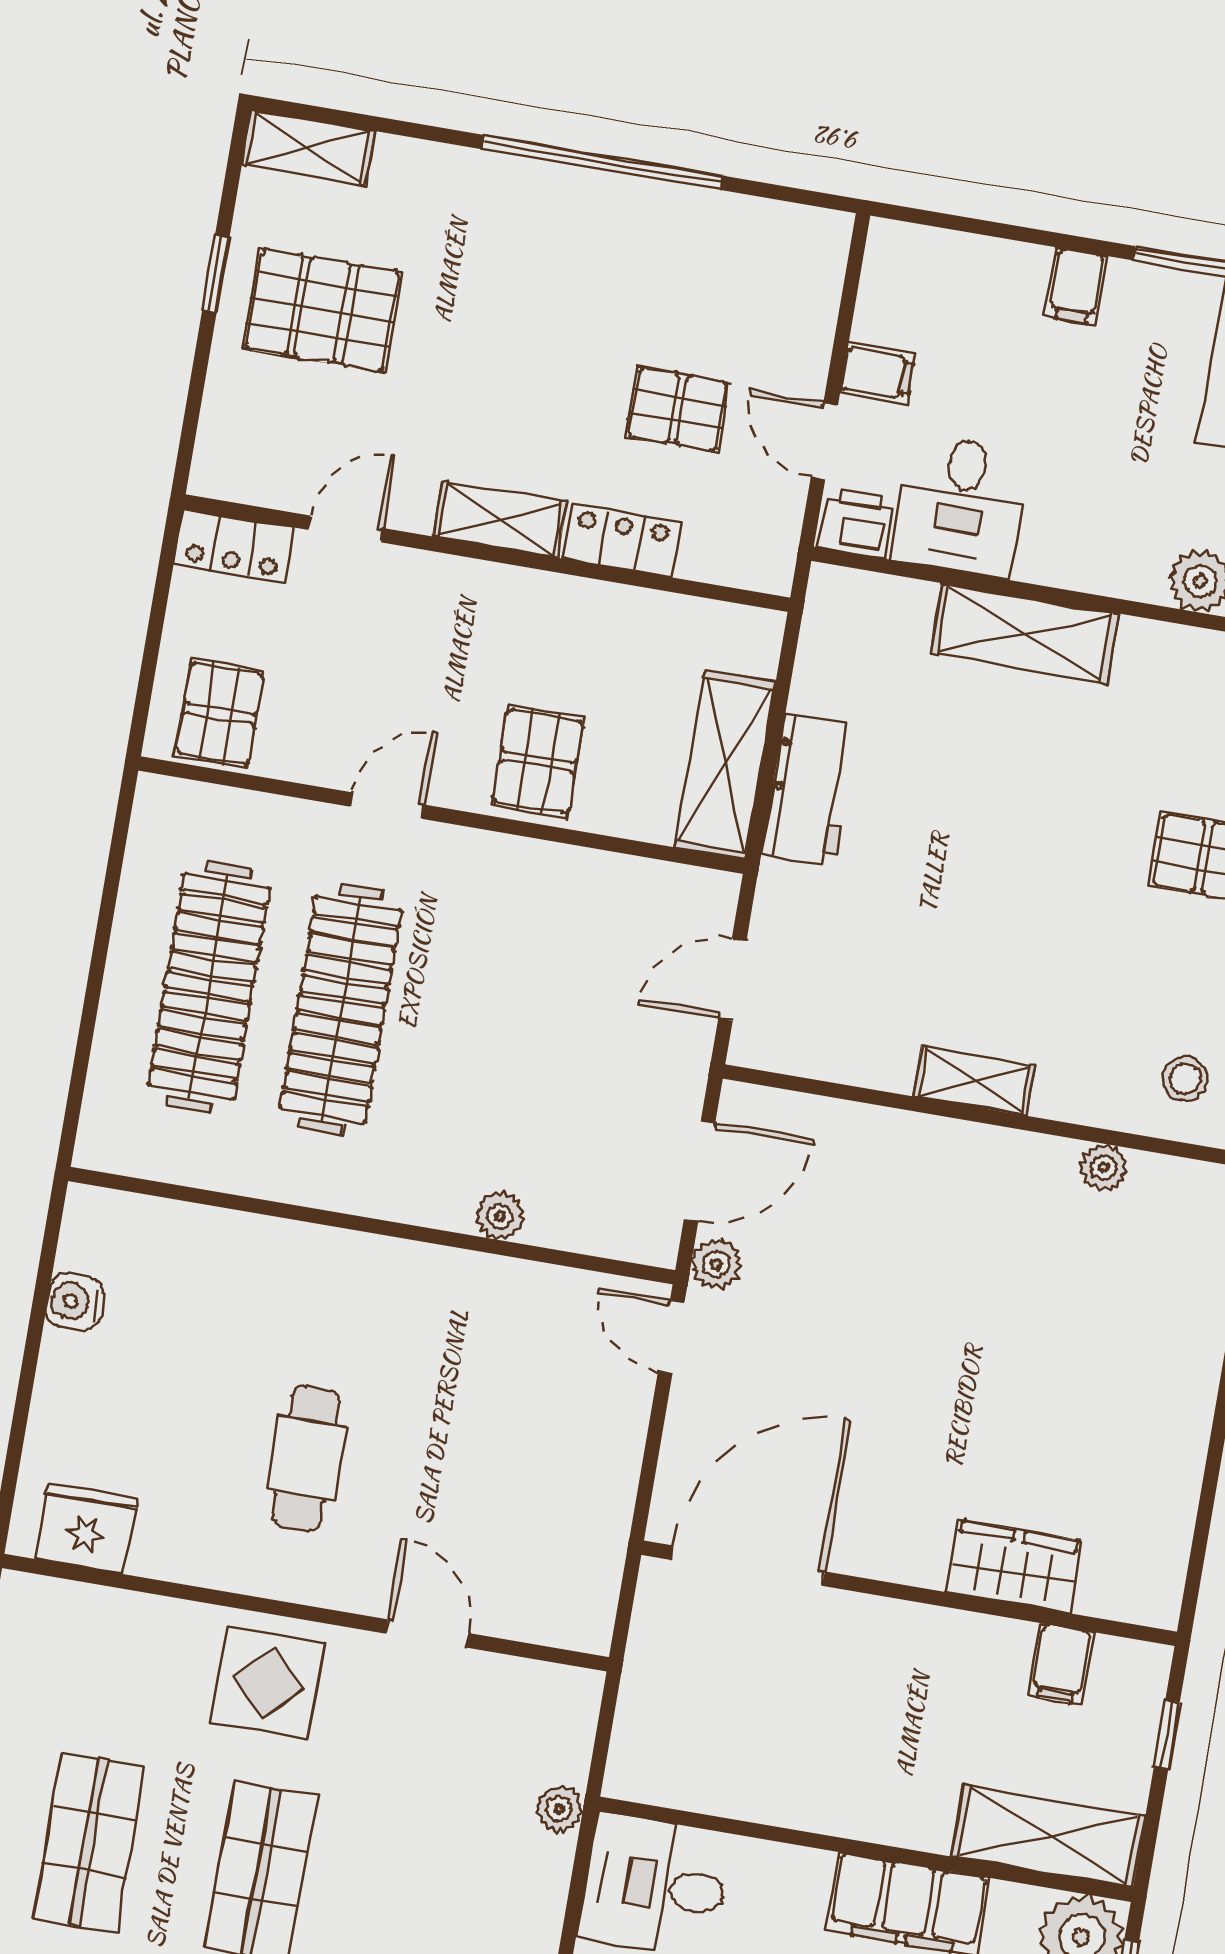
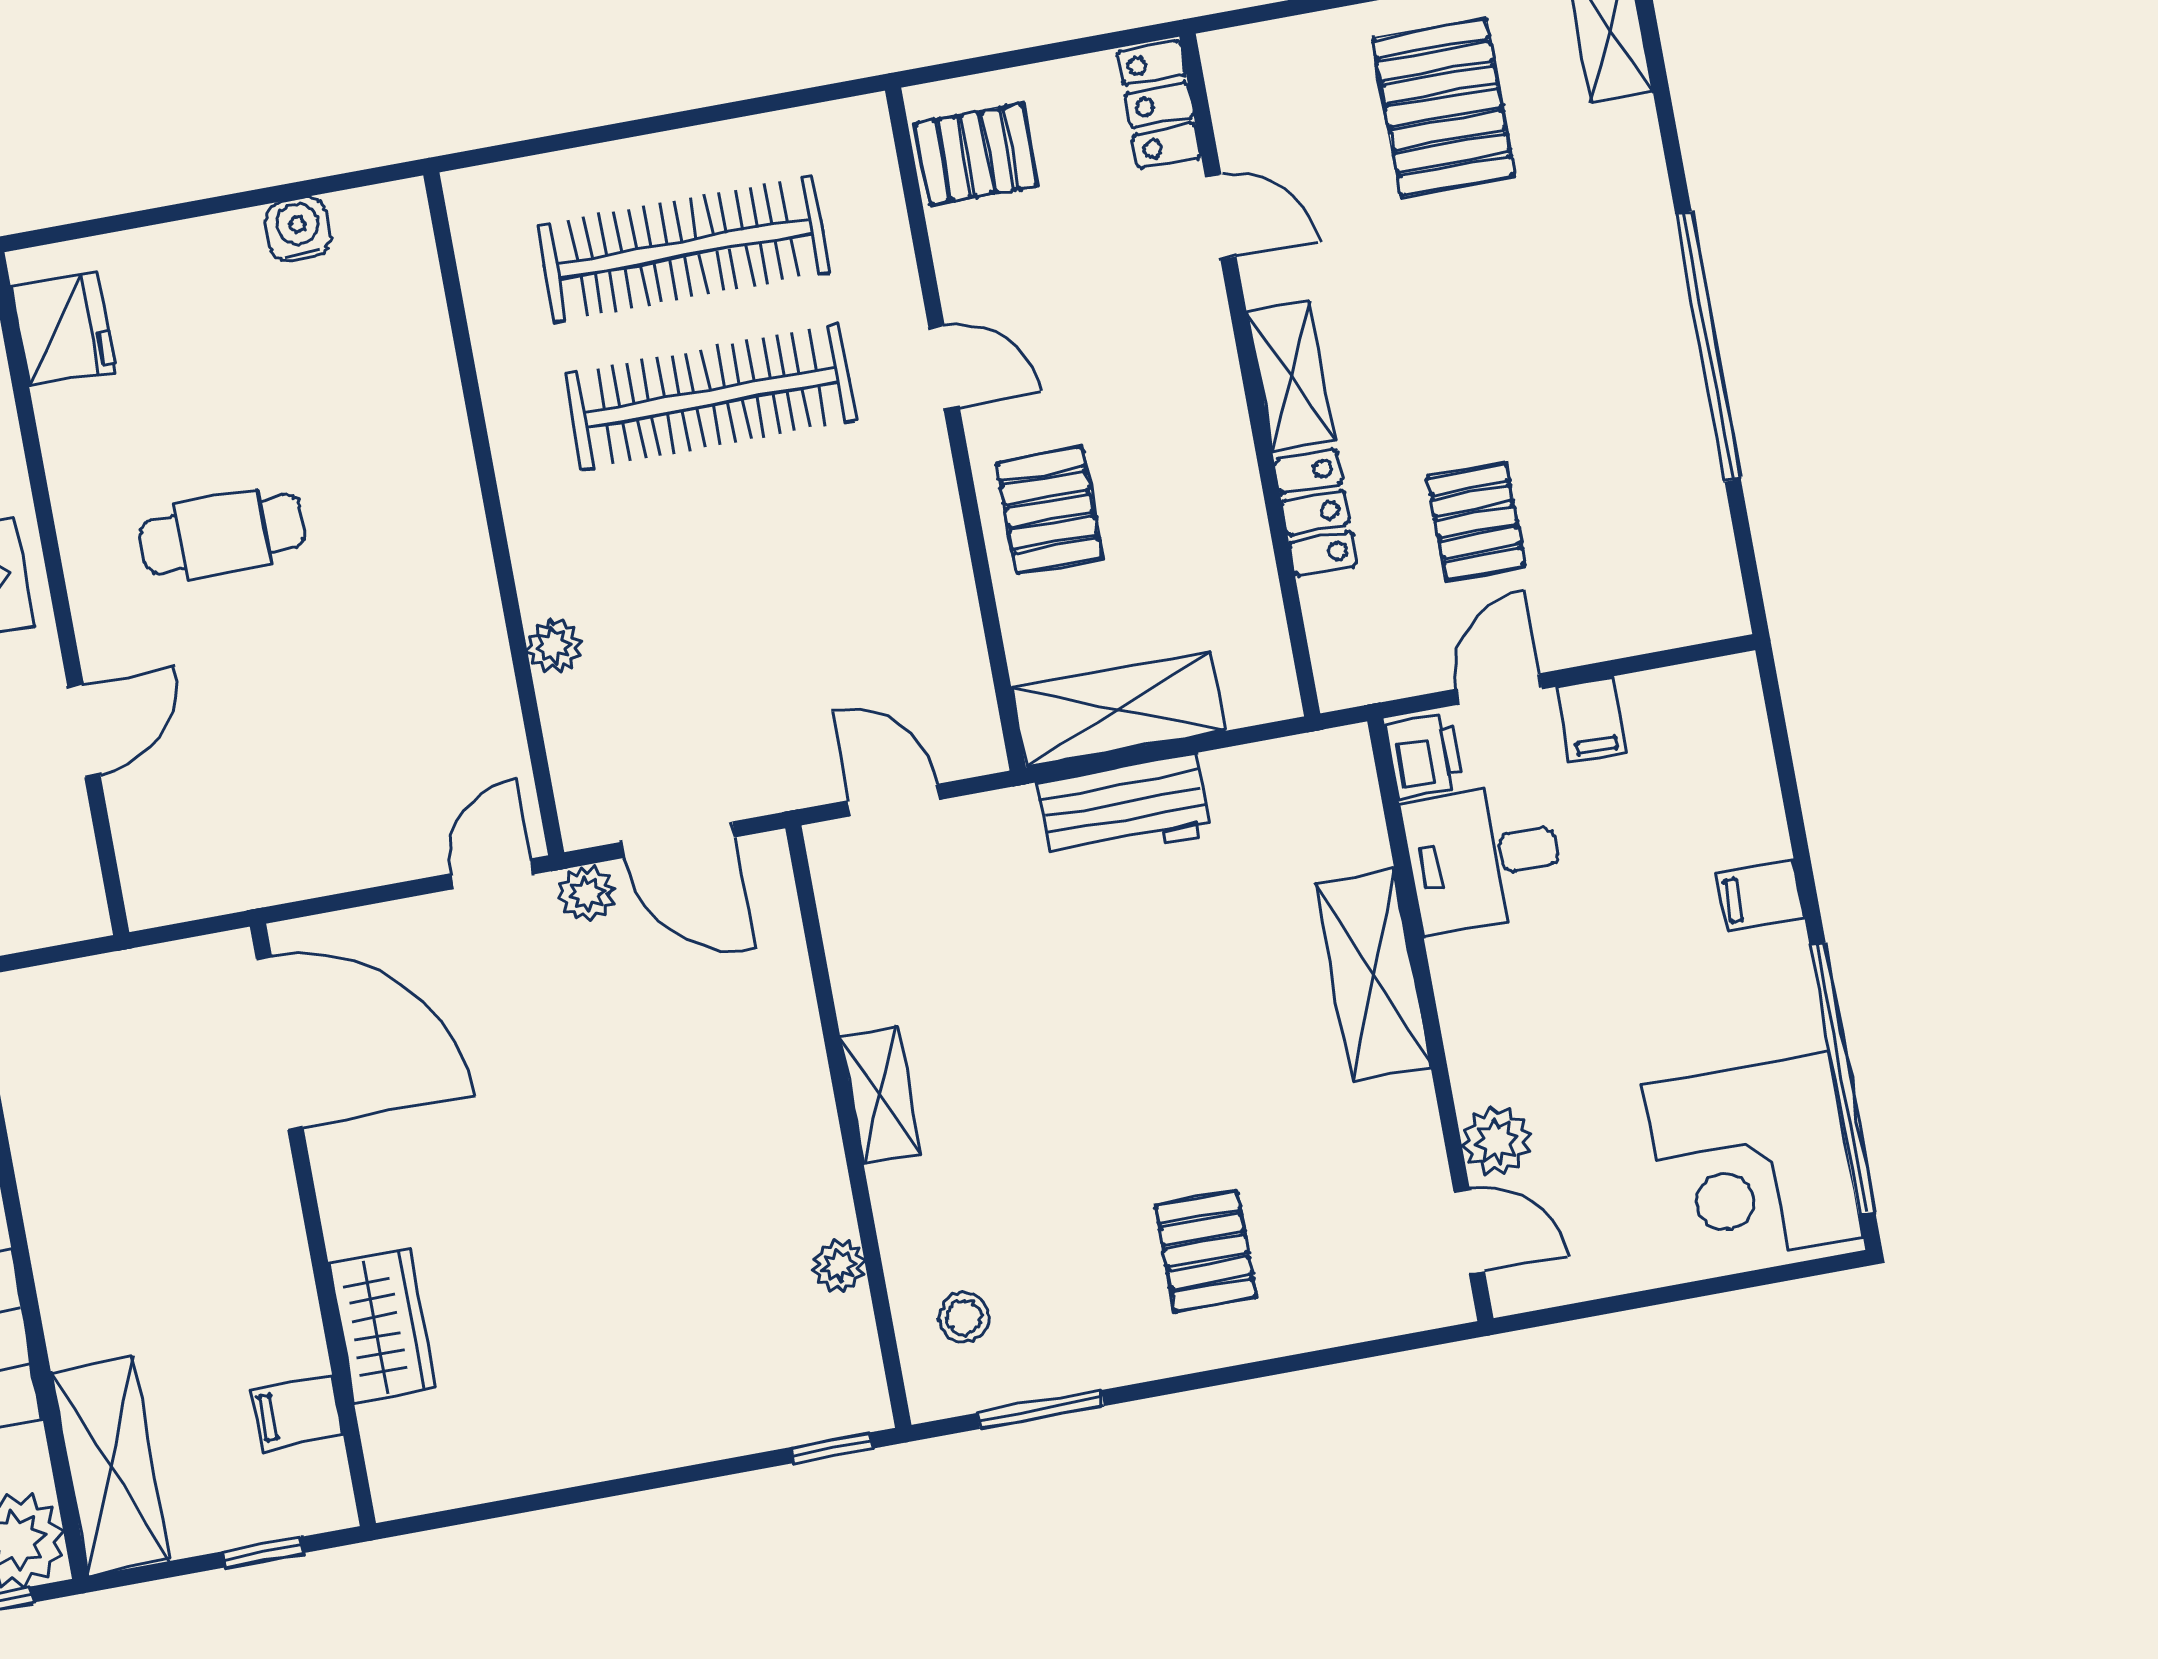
pallet: (538, 761) -> (1049, 510), turned 90

